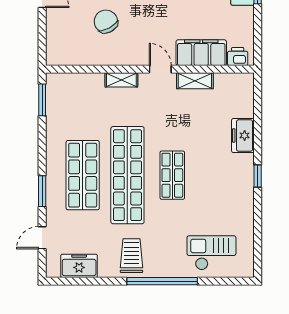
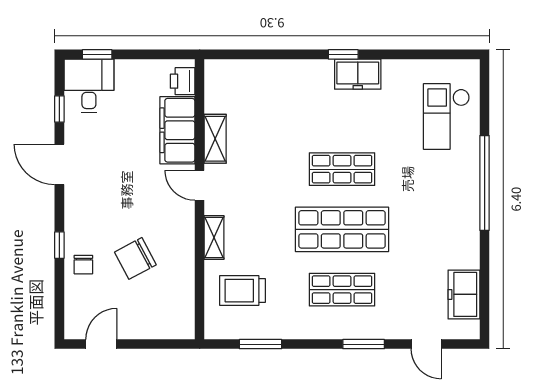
door: (160, 69) -> (200, 185), hinge flipped
window: (42, 100) -> (261, 344), moved
freezer: (243, 135) -> (358, 74), moved
shop shelf: (83, 175) -> (342, 290), width x0.70, depth x0.74
shop shelf: (127, 175) -> (342, 229), width x0.71
trolley: (131, 256) -> (243, 291), moved

